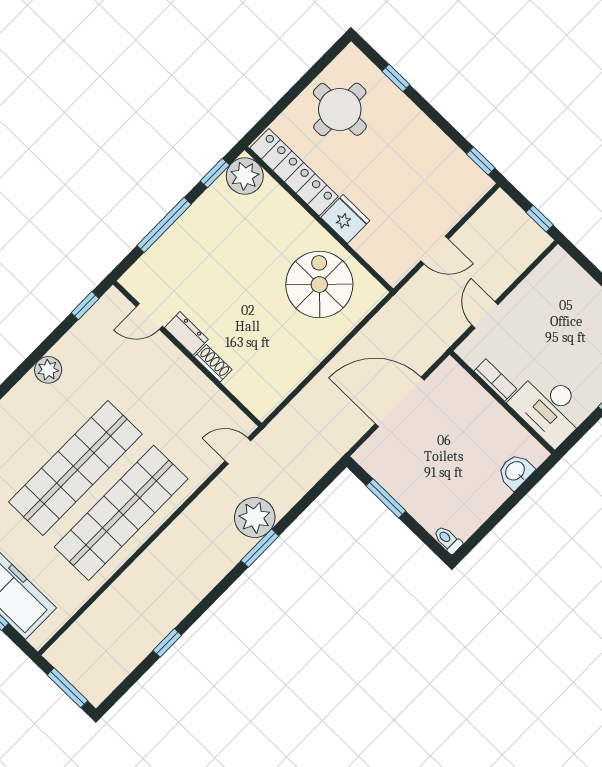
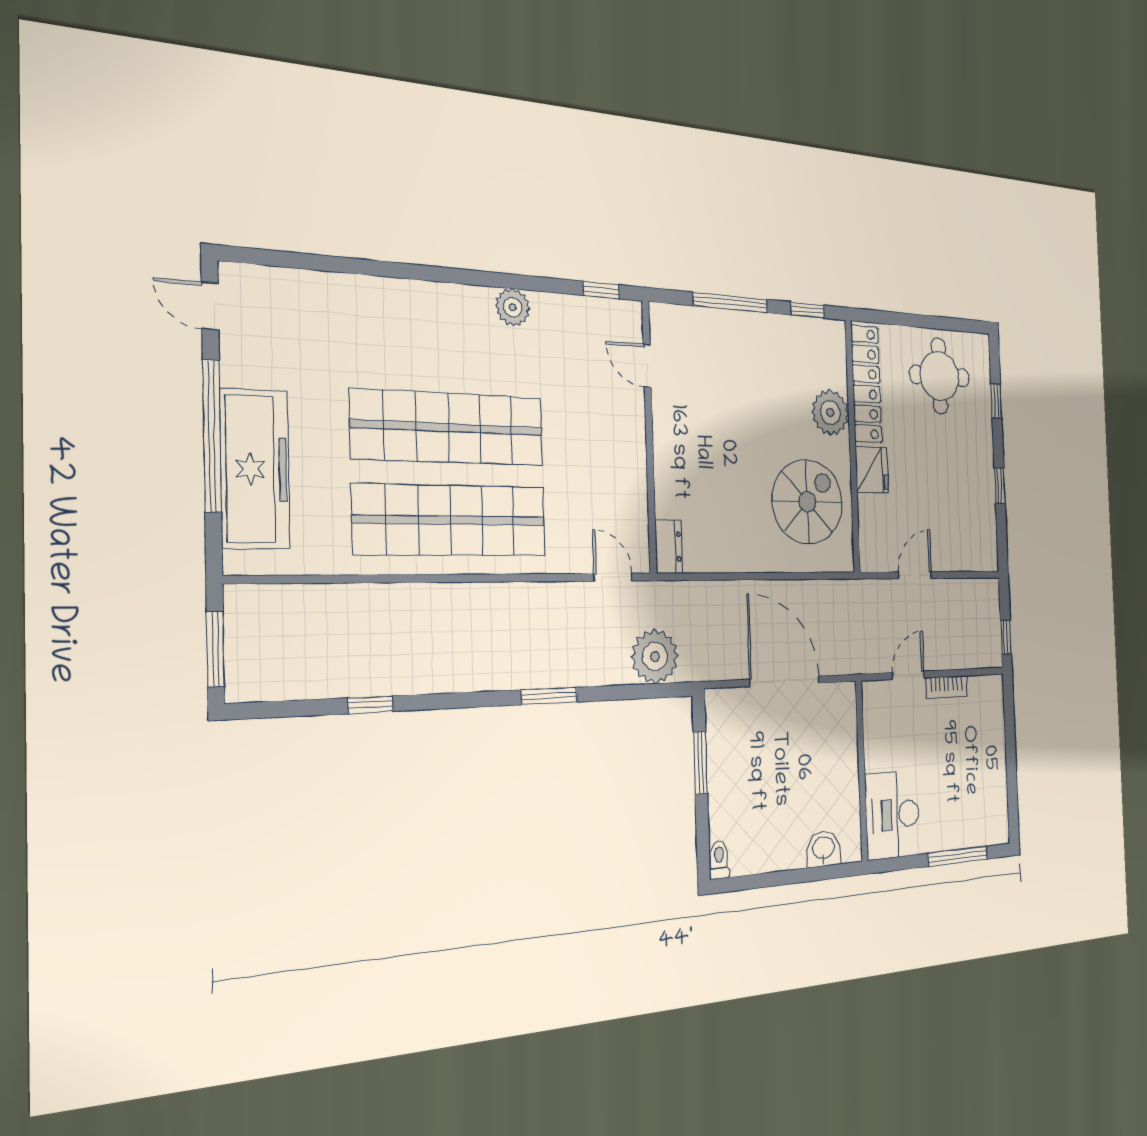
window: (481, 161) -> (1000, 486), moved
plant: (245, 176) -> (830, 412), moved
door: (435, 250) -> (915, 575), swing flipped
dresser: (186, 333) -> (669, 547), moved
shoe rack: (213, 363) -> (663, 471), removed
bookcase: (495, 380) -> (946, 687), moved, turned 90
plant: (255, 518) -> (655, 656), moved

